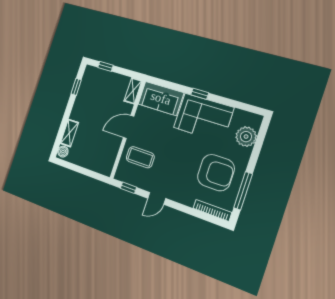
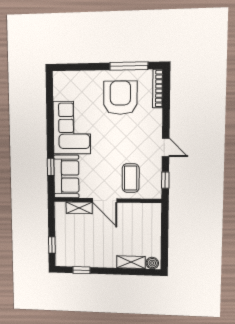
shelving: (133, 91) -> (79, 208), moved
window: (200, 94) -> (51, 167), moved
plant: (246, 137) -> (77, 81), removed

